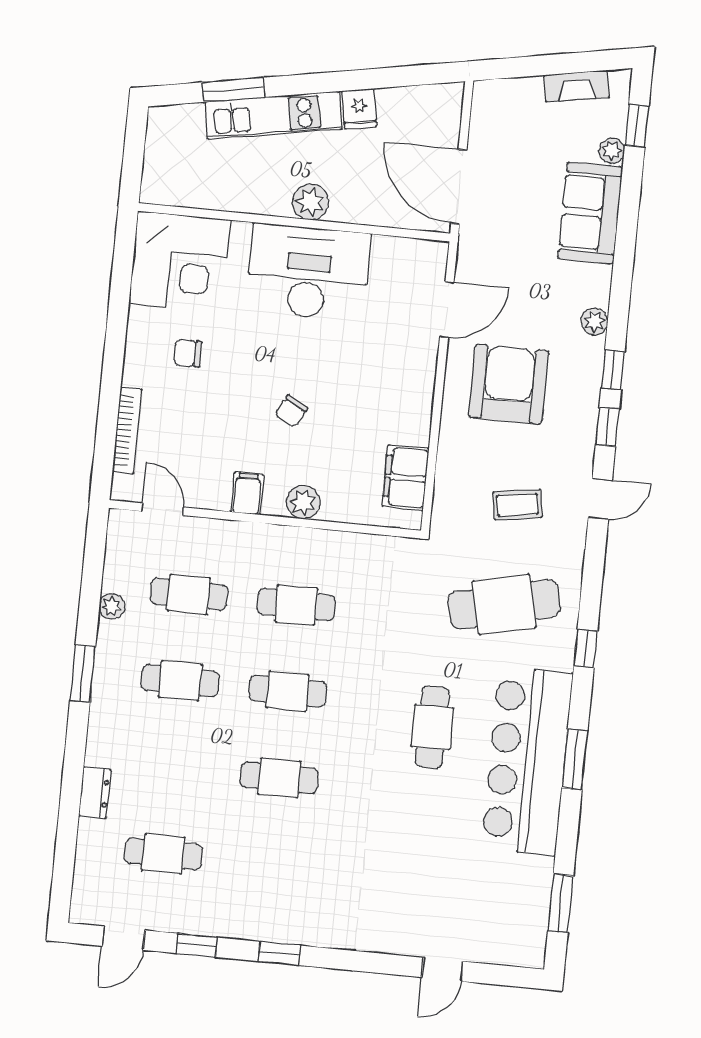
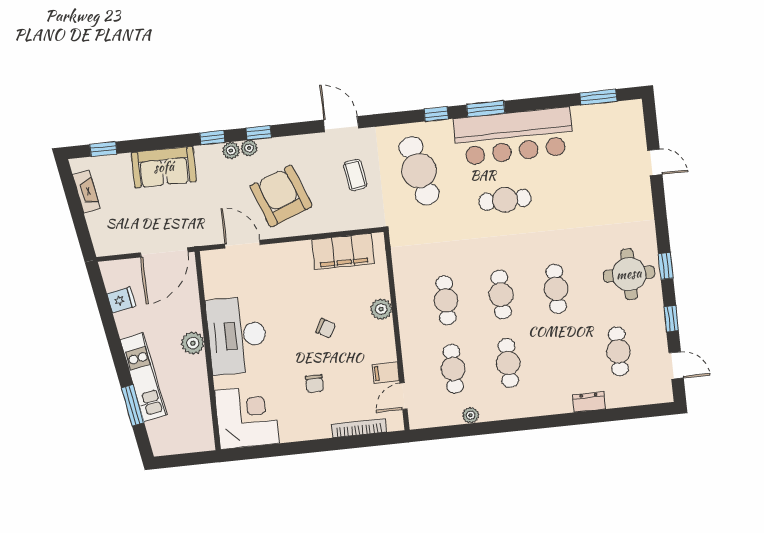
fridge: (359, 109) -> (121, 300), moved
plant: (612, 151) -> (249, 148), moved
chair: (188, 353) -> (315, 384), moved
armchair: (509, 384) -> (281, 196), turned 69
window: (607, 427) -> (212, 138), moved
filing cabinet: (406, 478) -> (343, 252), width x1.50, depth x1.17
filing cabinet: (247, 493) -> (386, 373), moved
door: (600, 499) -> (341, 124), width x1.37
window: (83, 674) -> (516, 425), removed
window: (575, 759) -> (486, 109), moved
round table: (279, 895) -> (629, 274), added

